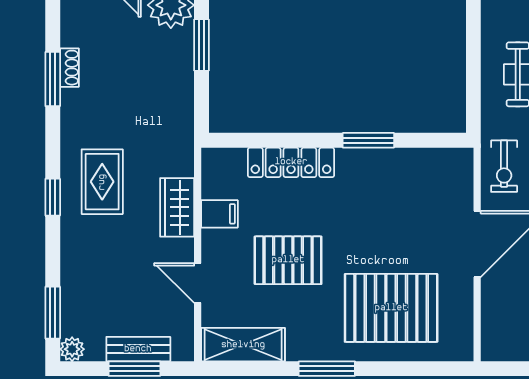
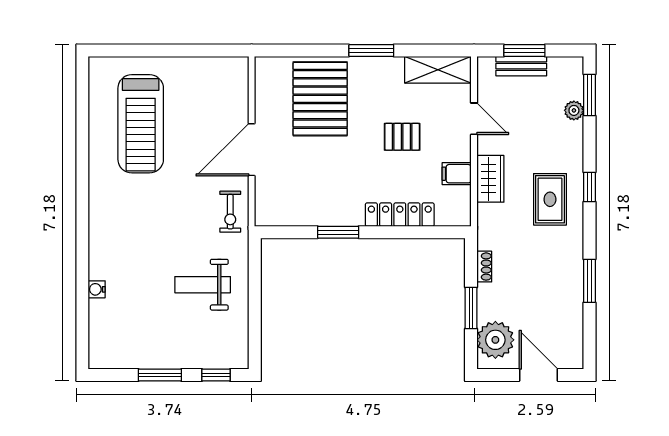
shoe rack: (69, 68) -> (484, 267), moved, turned 180
exercise bike: (504, 166) -> (230, 212), turned 180
pallet: (288, 260) -> (402, 137), width x0.67, depth x0.71
pallet: (391, 308) -> (320, 99), turned 90
plant: (72, 349) -> (574, 110), moved

